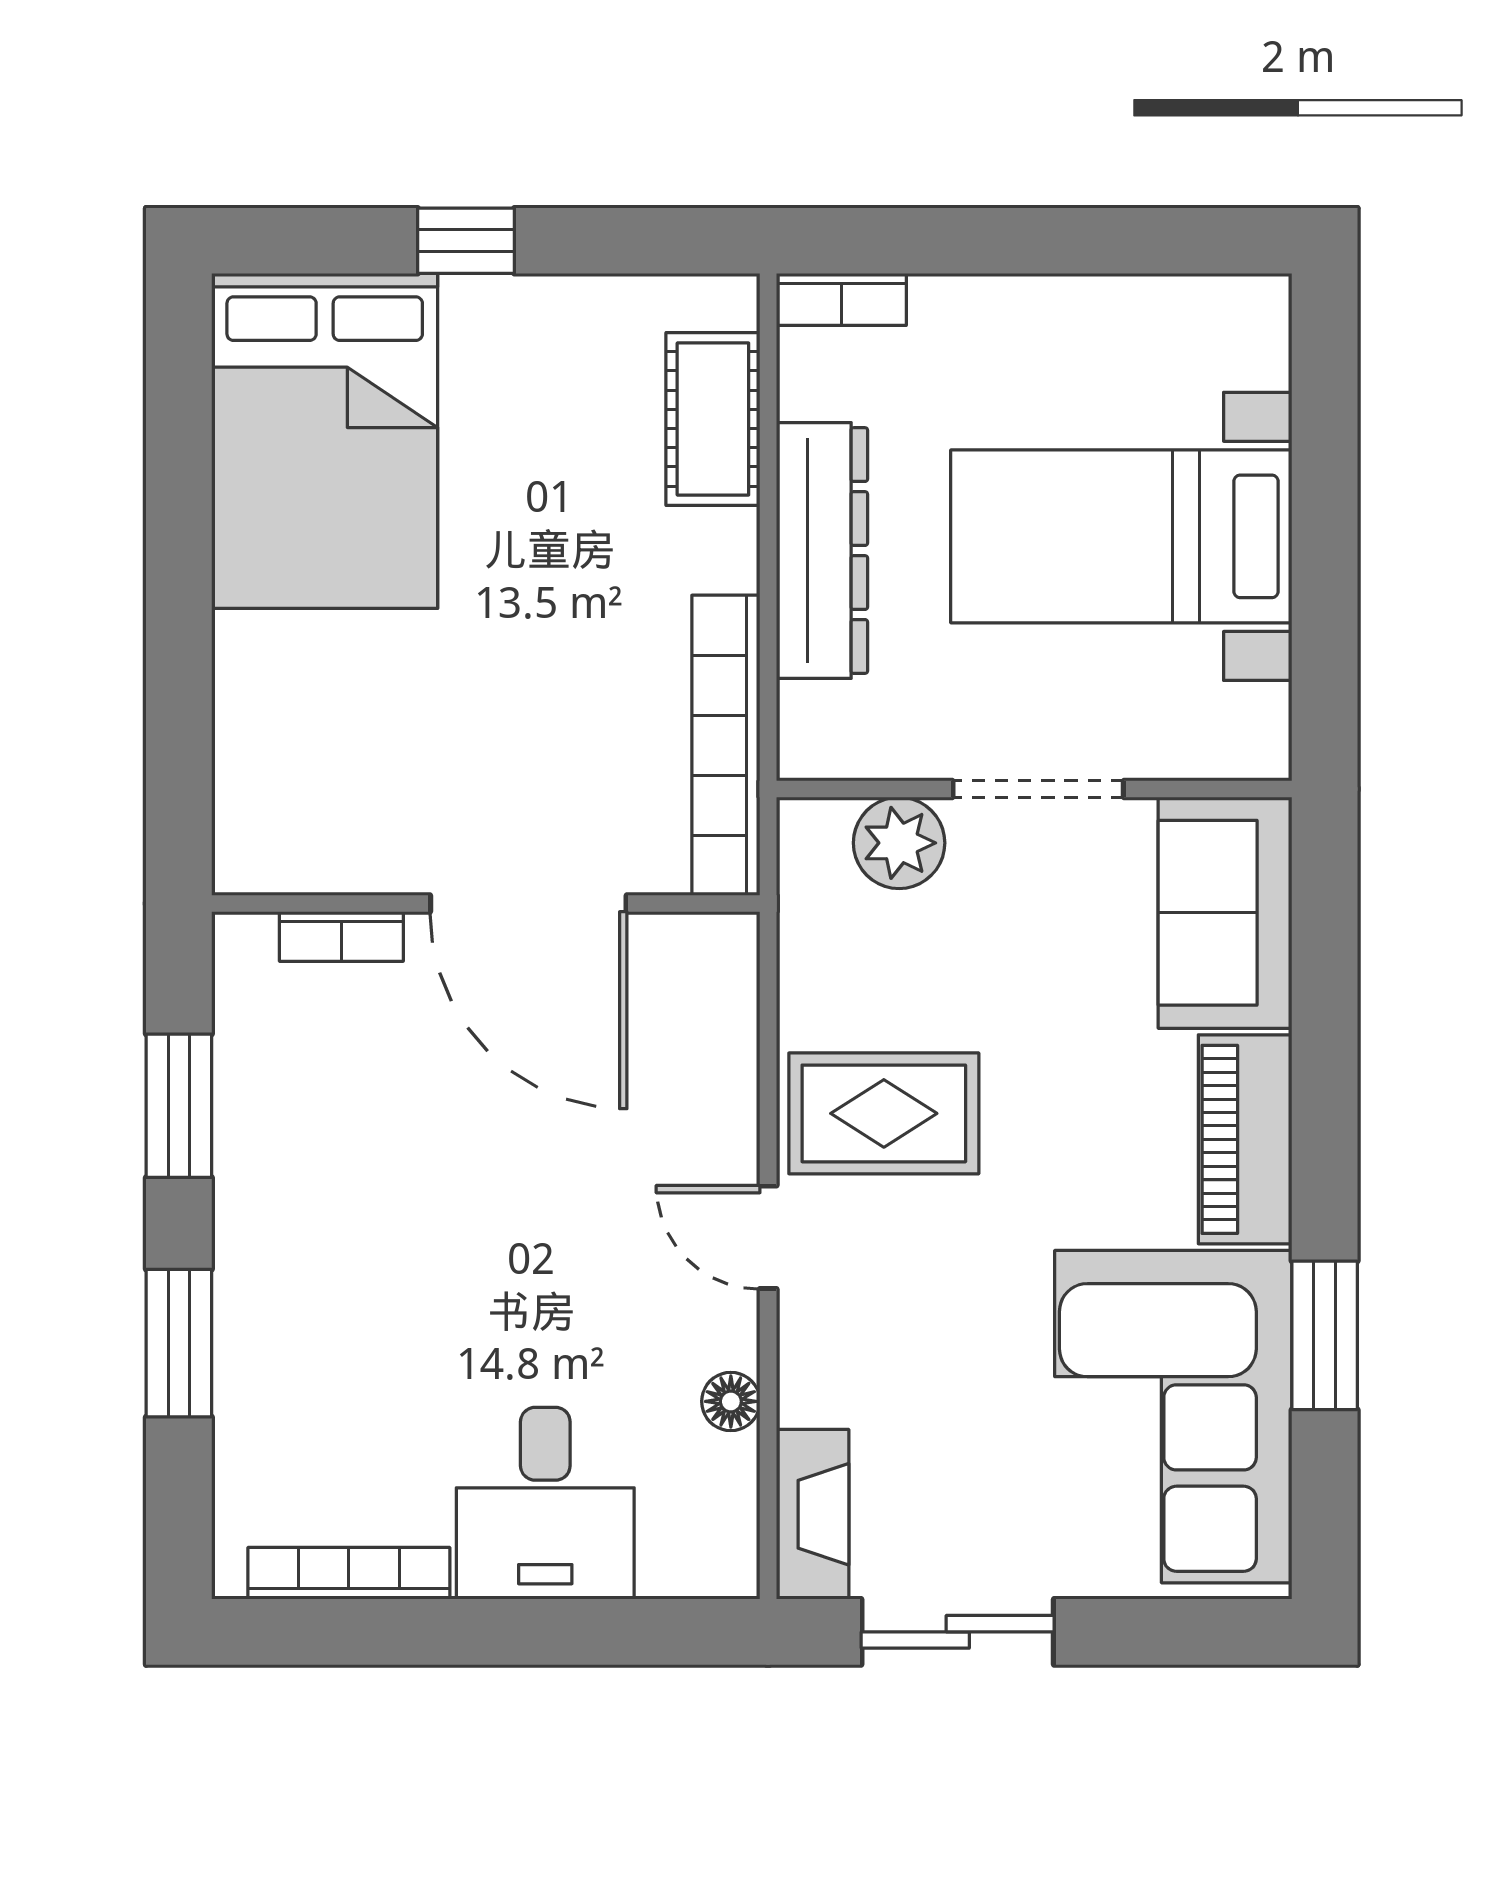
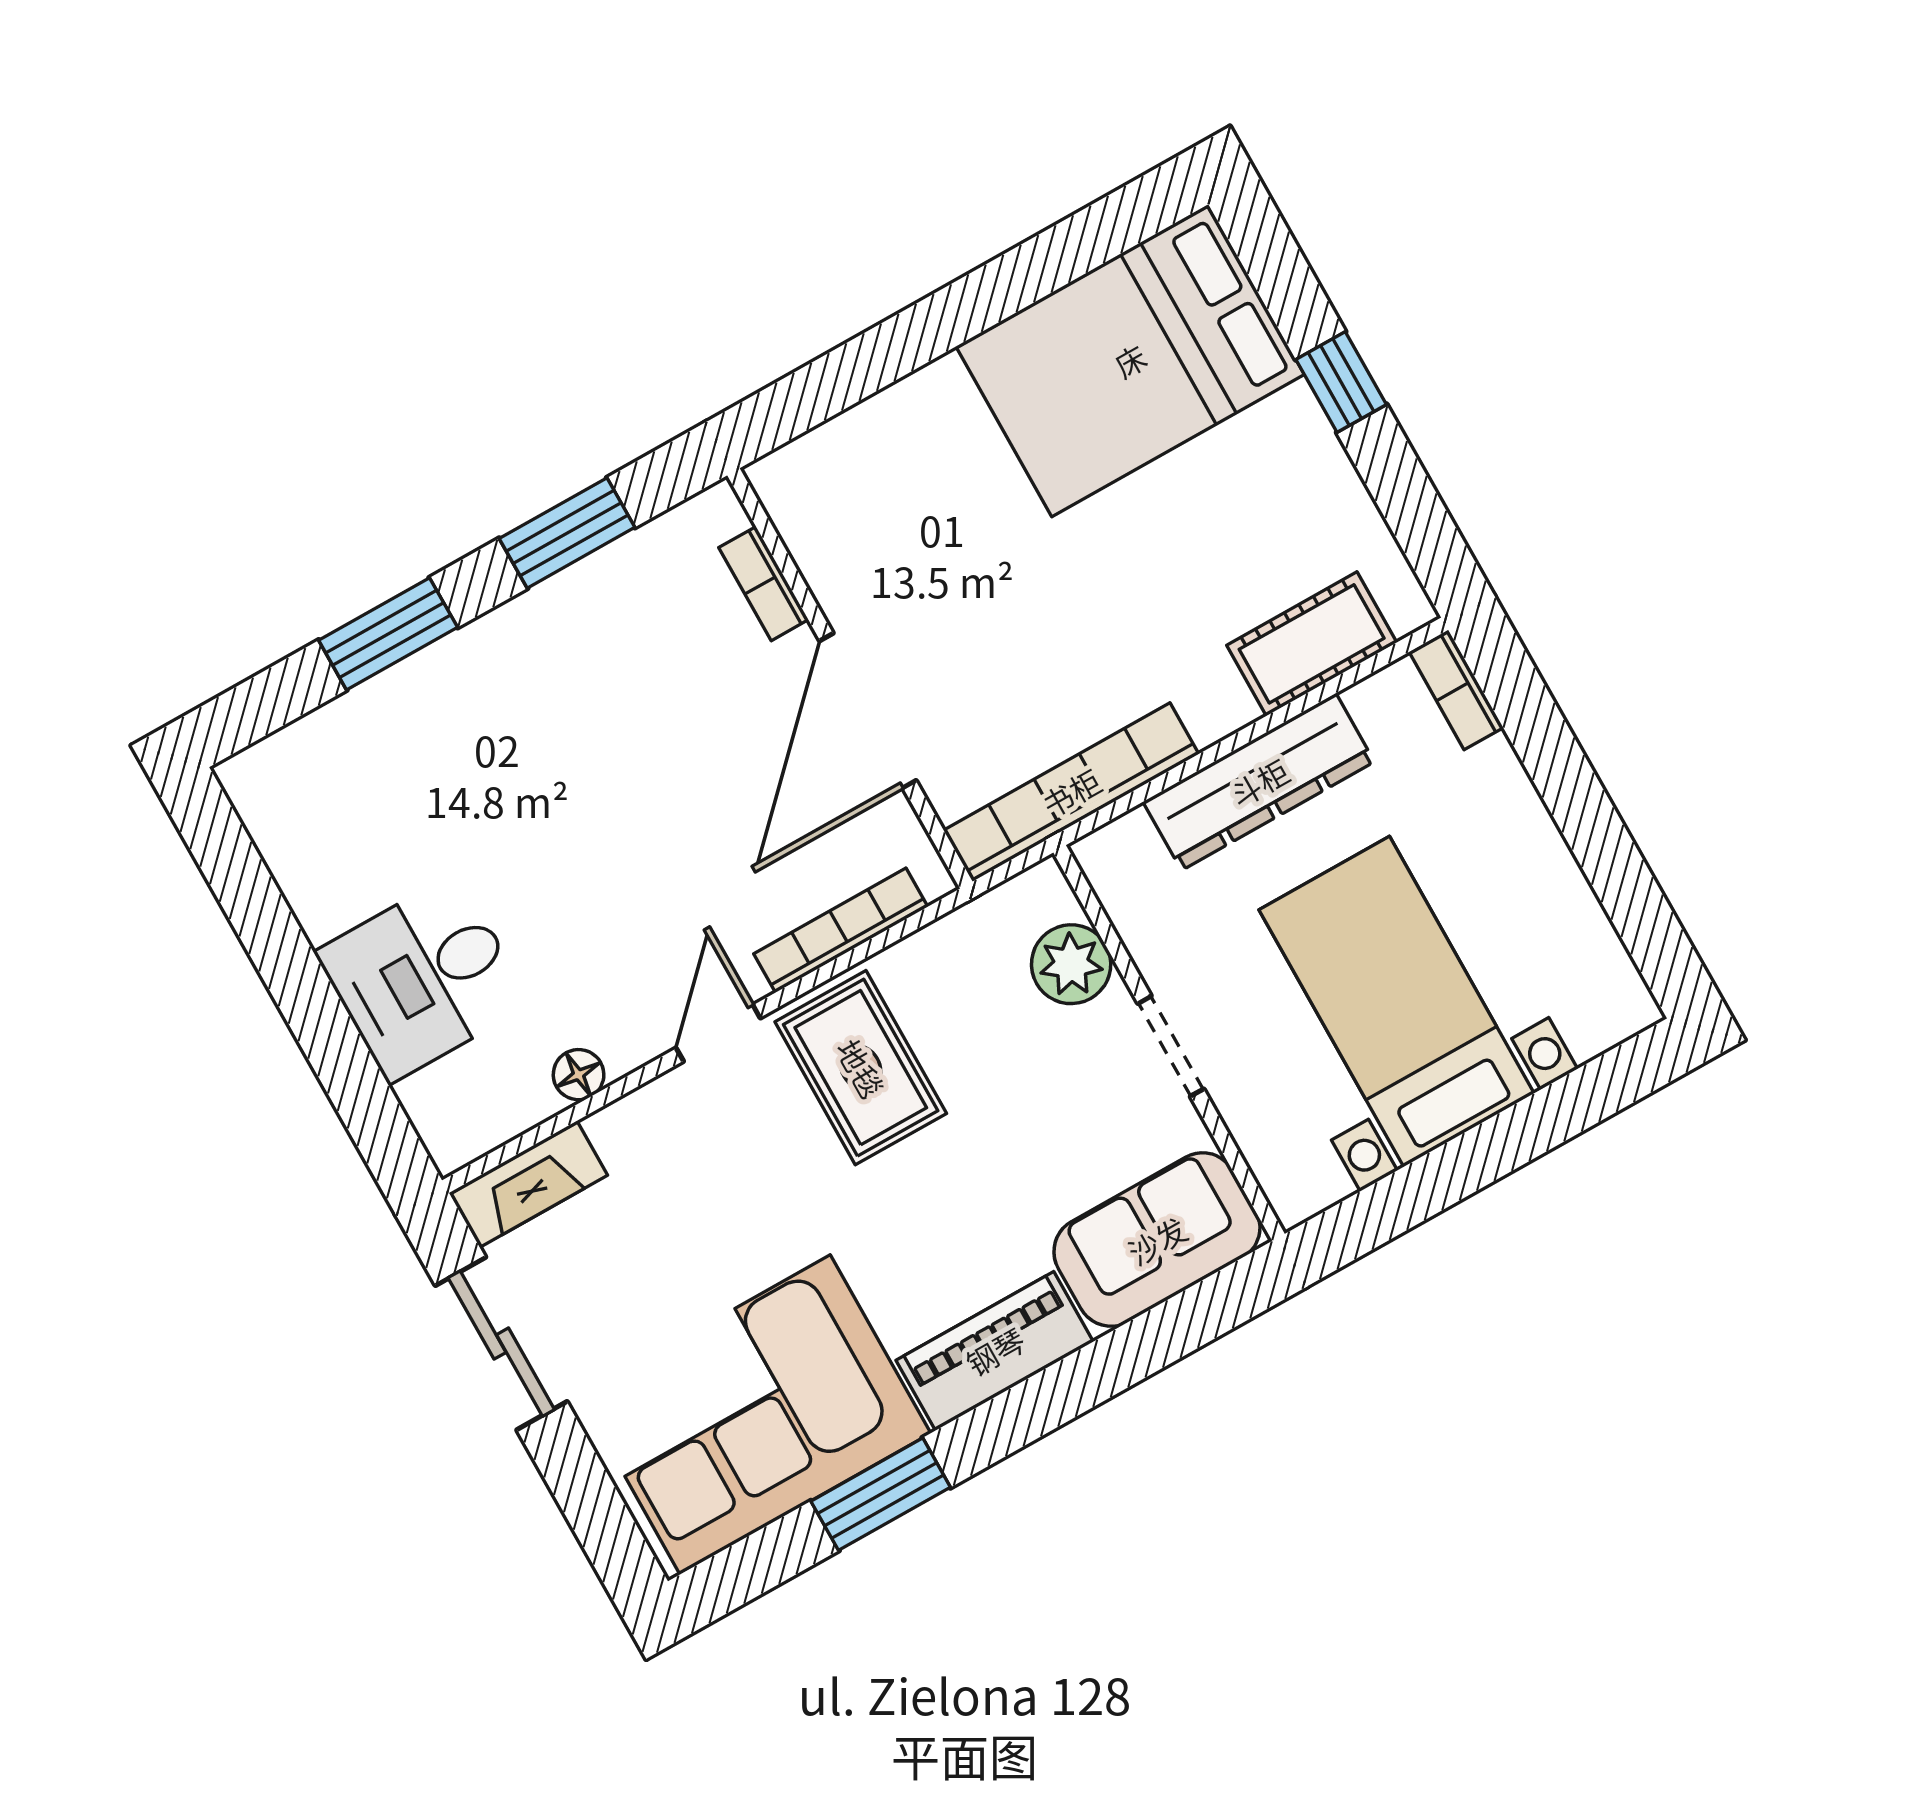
doorway: (1038, 789) -> (1171, 1046), width x0.73
bookcase: (349, 1573) -> (841, 930), moved, turned -90

